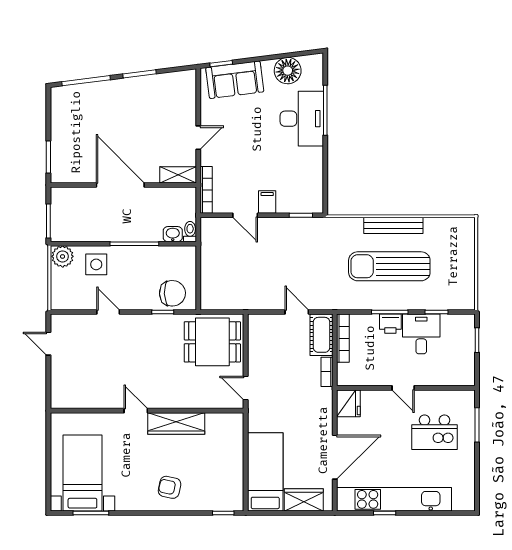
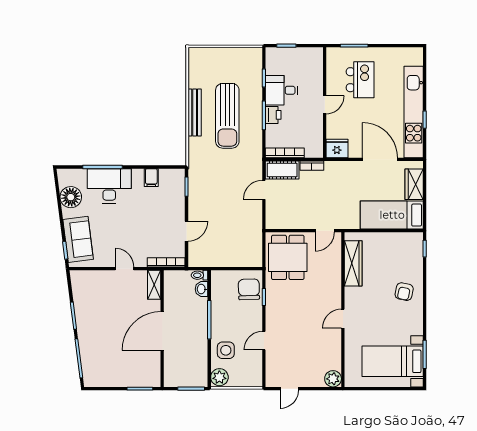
filing cabinet: (267, 202) -> (151, 178), moved, turned -90
plant: (61, 398) -> (333, 379), added
wardrobe: (176, 424) -> (353, 263), moved

